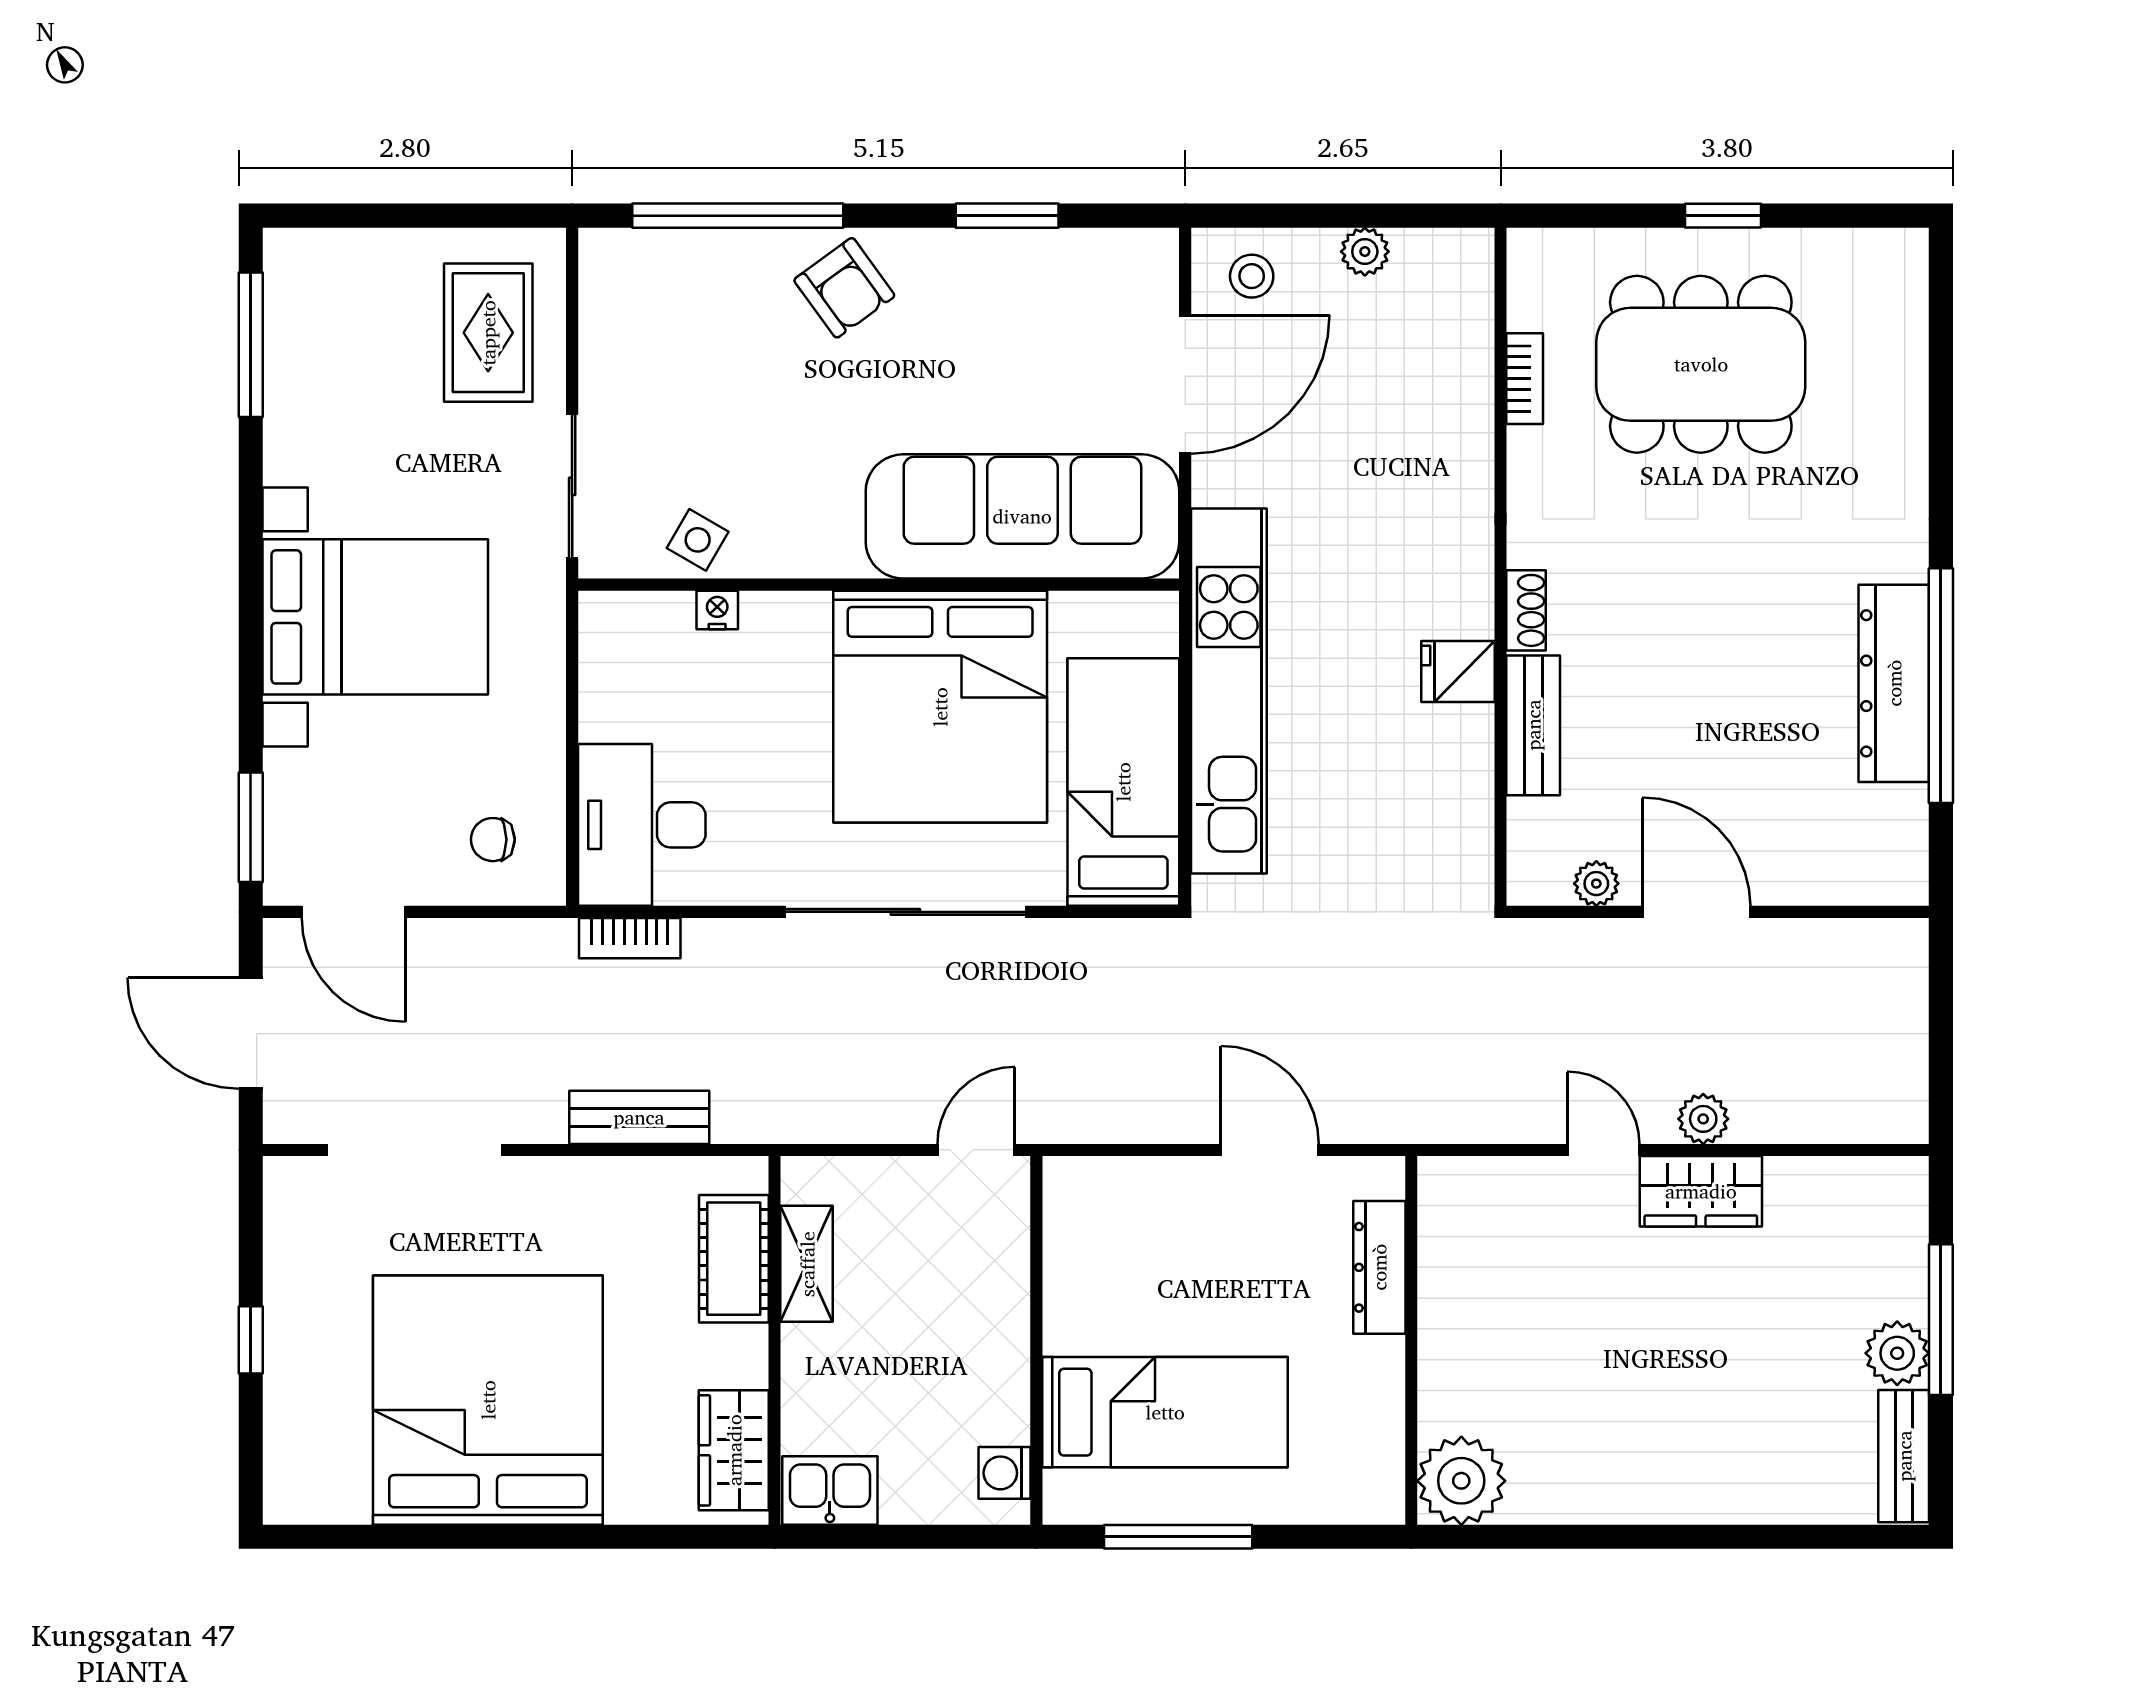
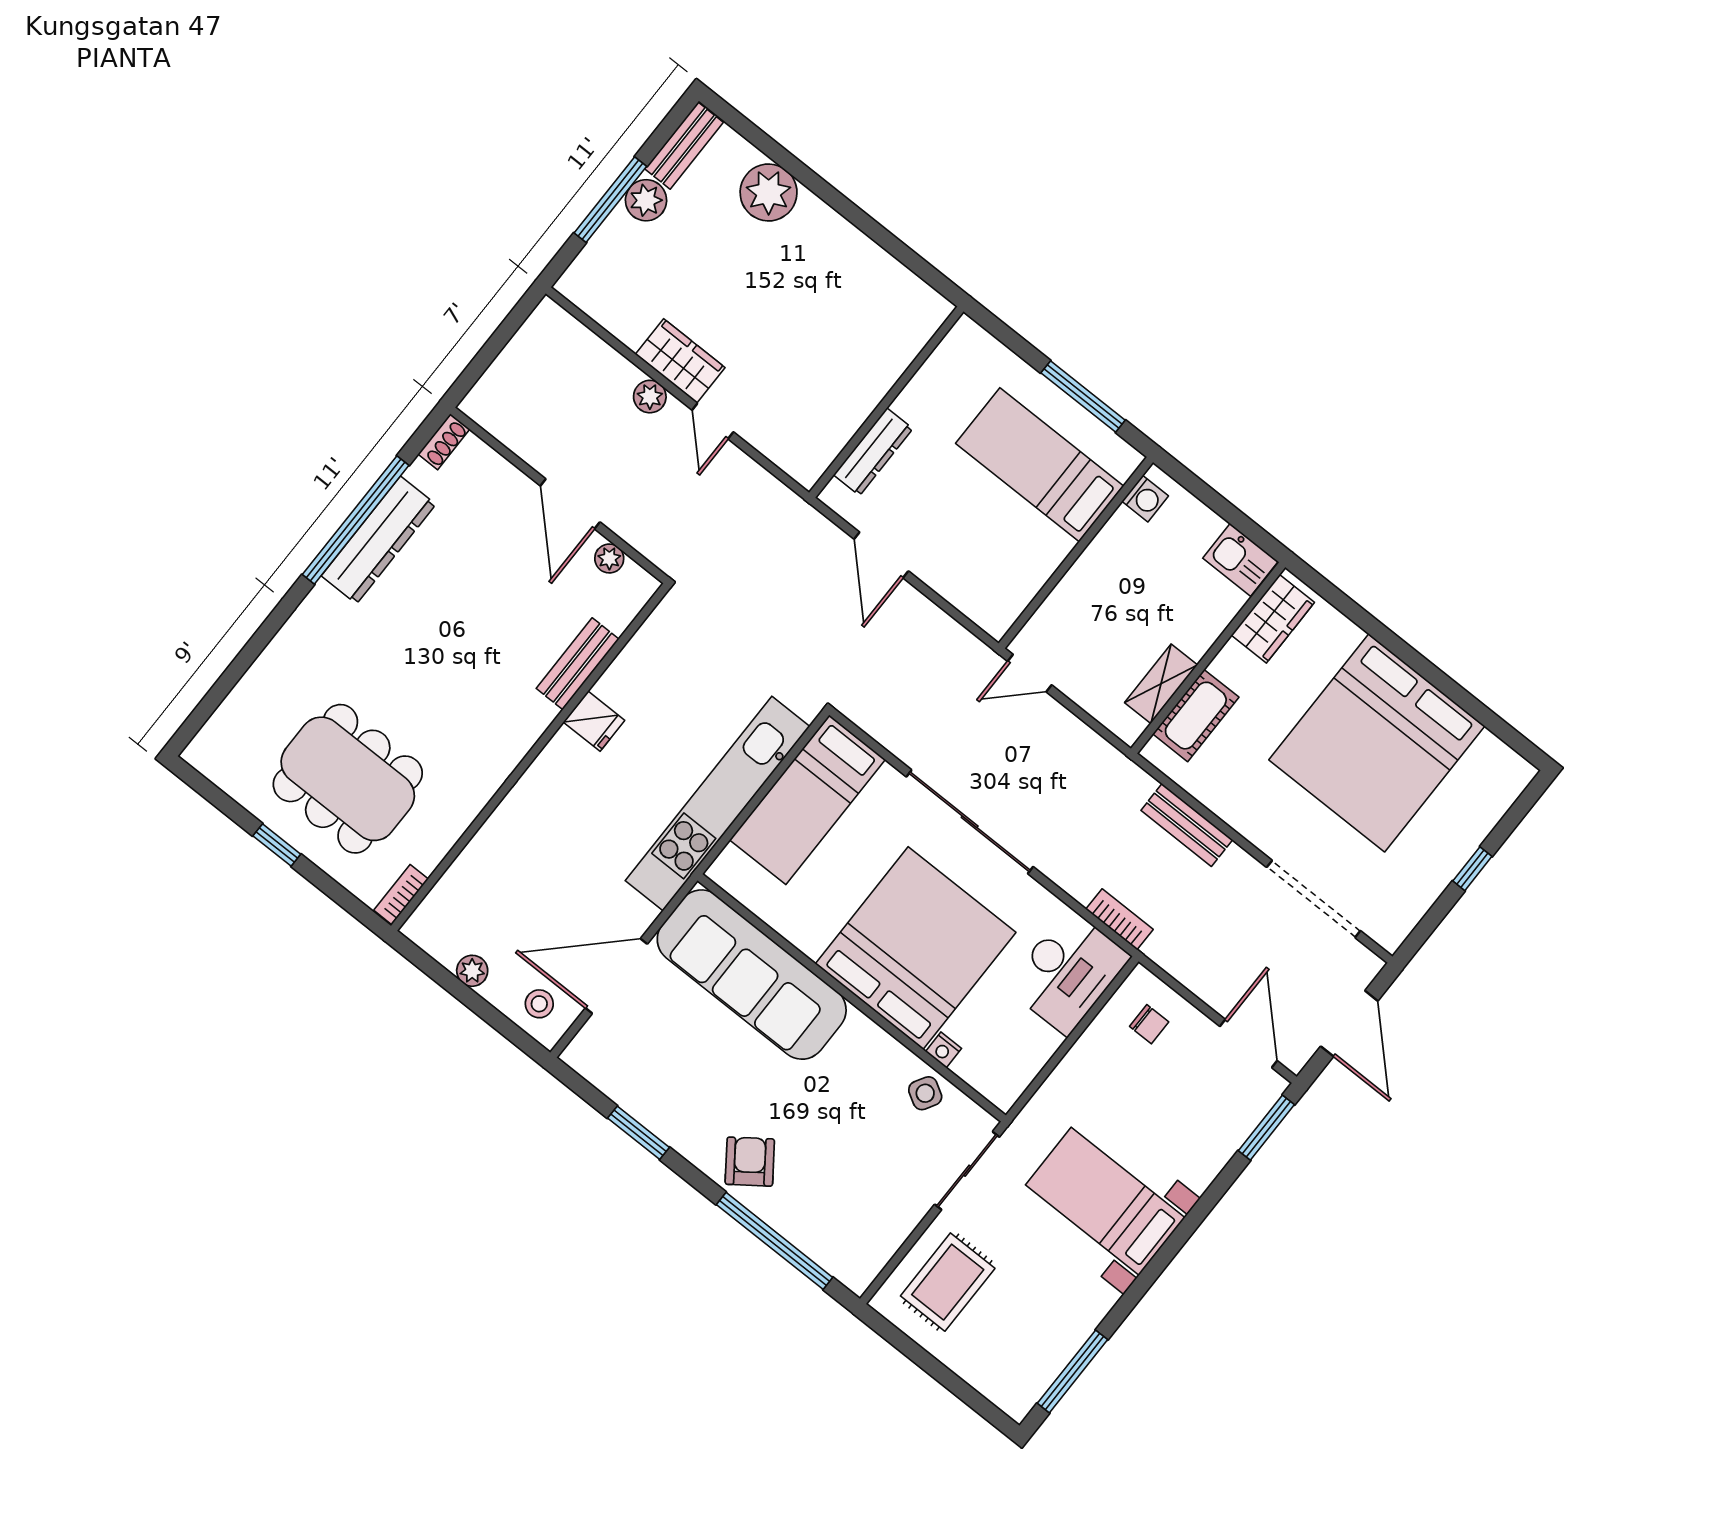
bookcase: (1525, 379) -> (401, 895), moved
shoe rack: (1526, 610) -> (444, 442), moved, turned 180
bed with nightstands: (375, 617) -> (1105, 1201), width x0.73
bed: (940, 707) -> (916, 948), moved
plant: (1461, 1481) -> (769, 192), moved

